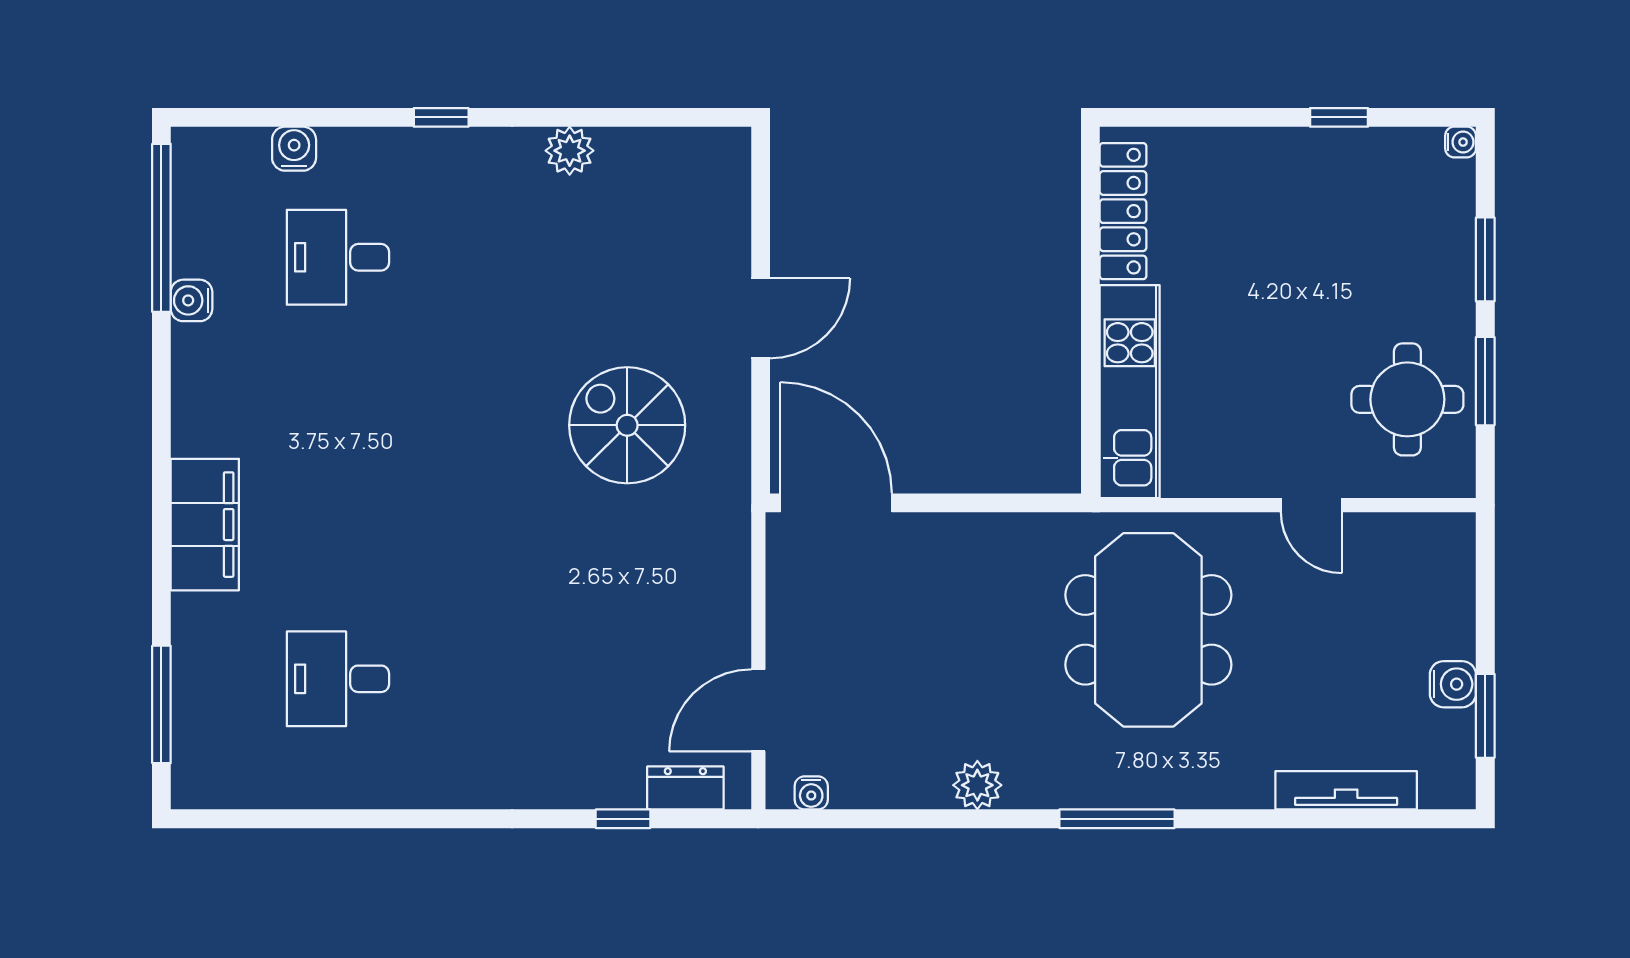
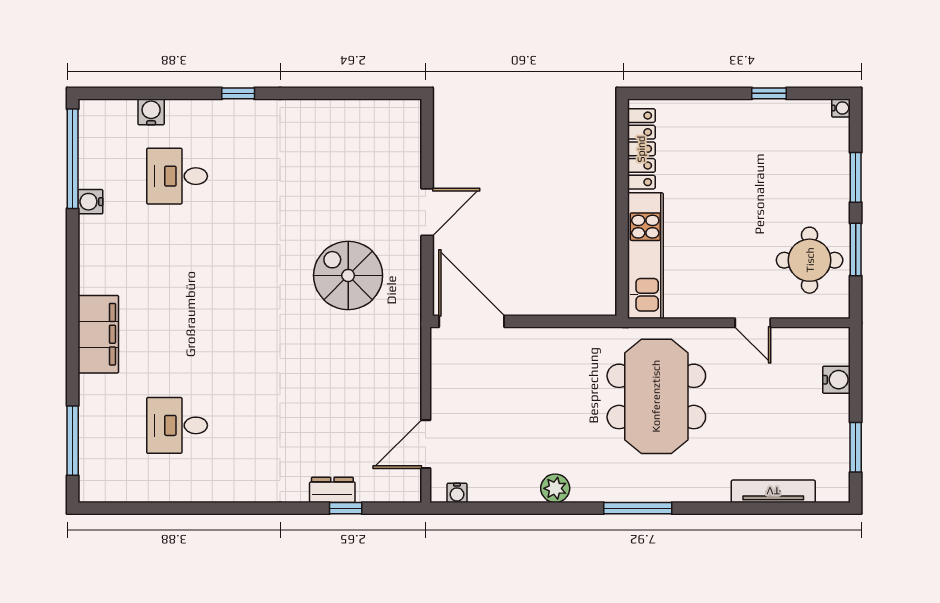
plant: (570, 151) -> (314, 113), removed
water cooler: (1453, 684) -> (836, 380), moved
dresser: (685, 788) -> (332, 490), moved

